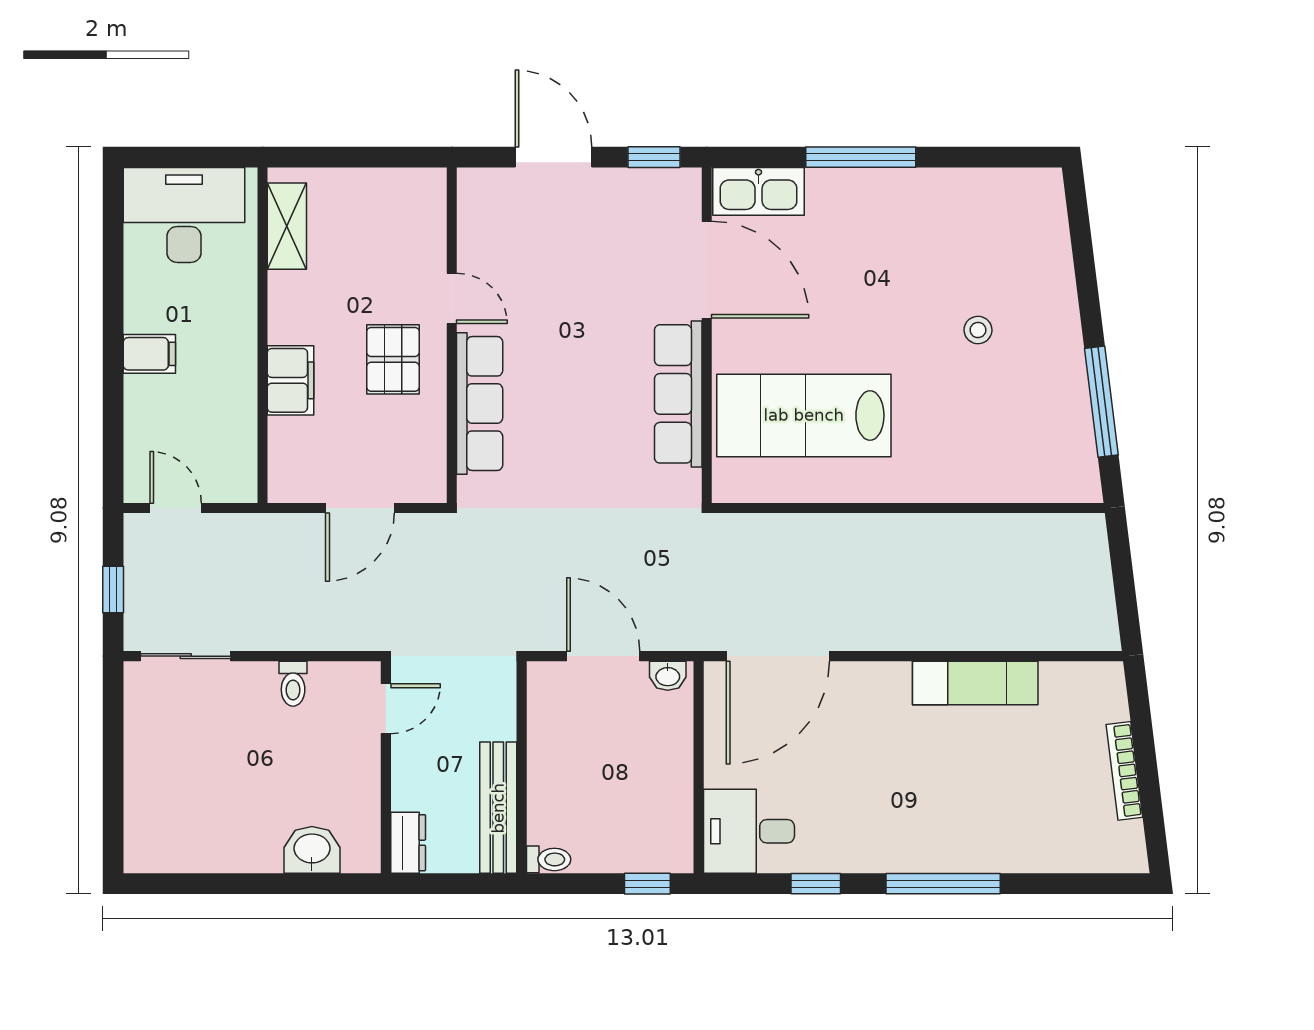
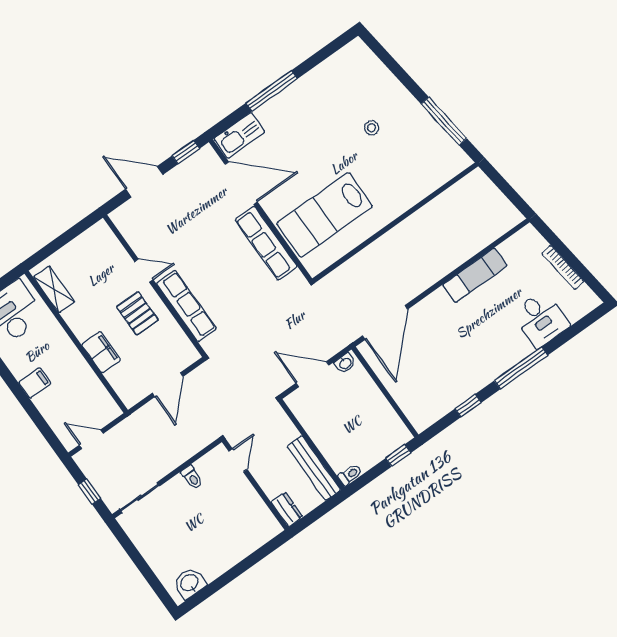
desk: (749, 831) -> (541, 319), moved, turned -90
washbasin: (312, 850) -> (190, 583), moved

